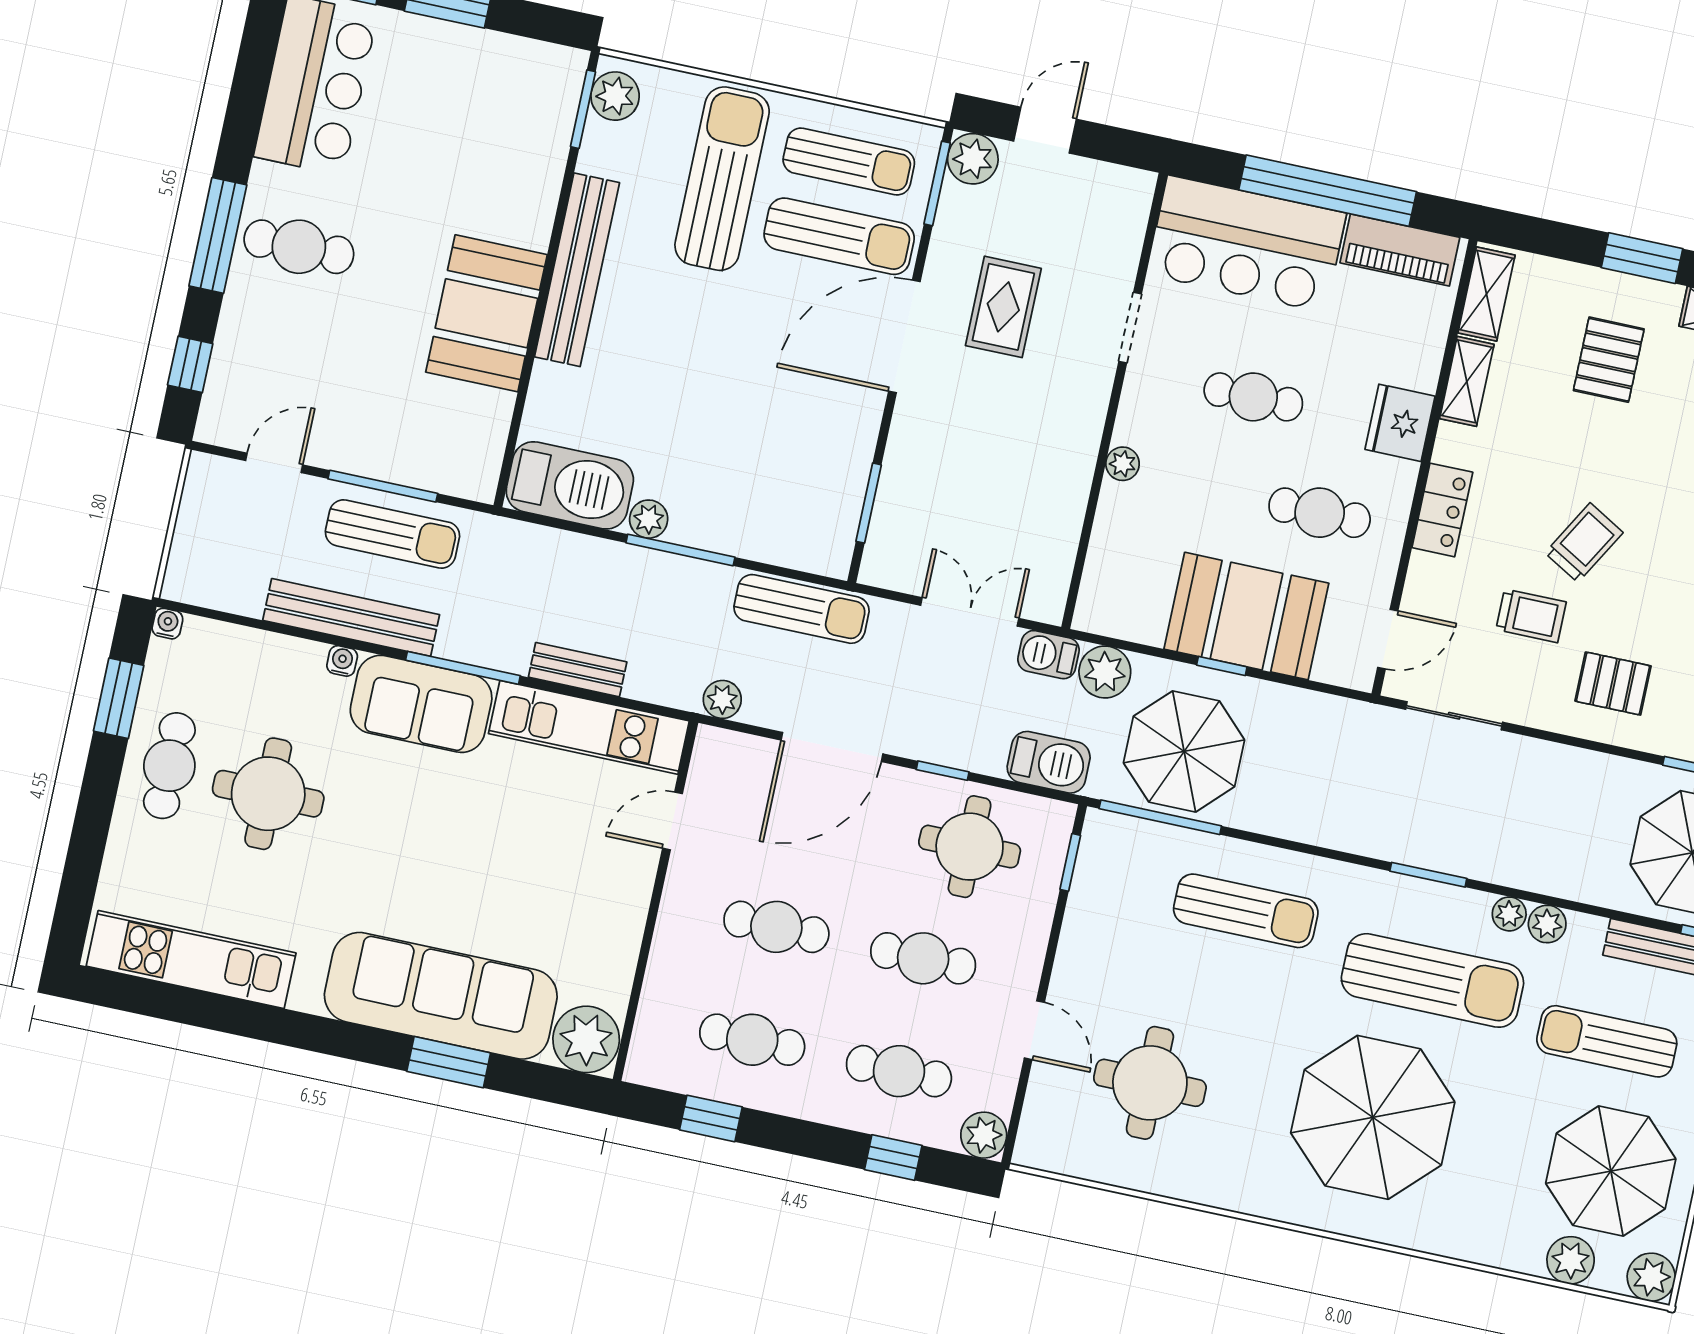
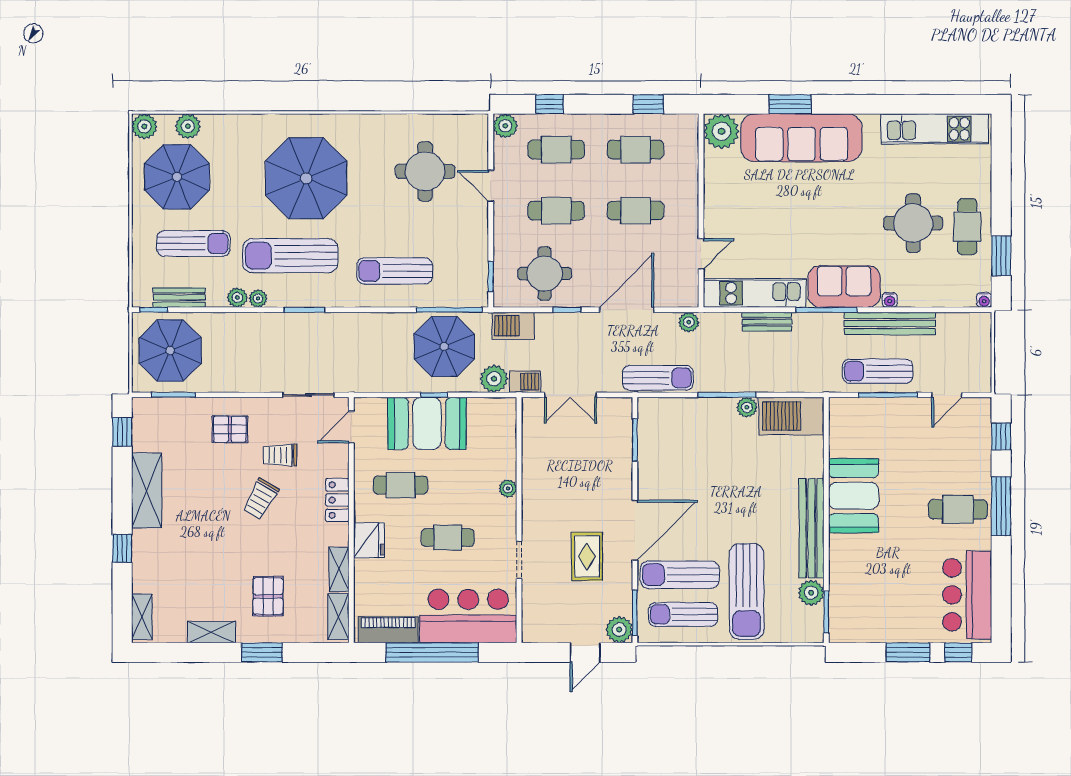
plant: (615, 96) -> (811, 593), moved
sun lounger: (801, 609) -> (658, 378), turned 180

